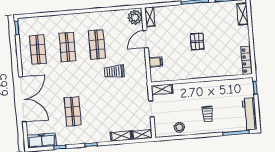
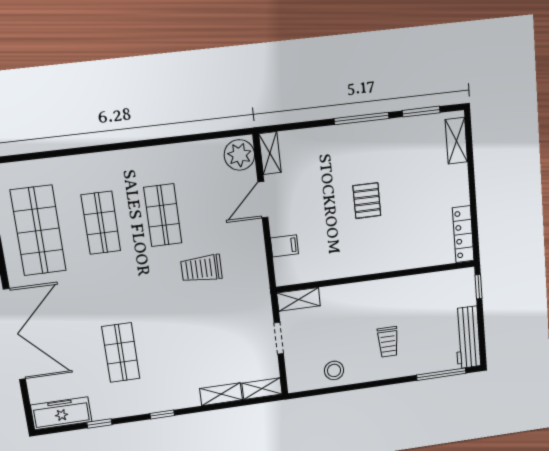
shop shelf: (38, 50) -> (38, 231), width x1.43, depth x1.36

